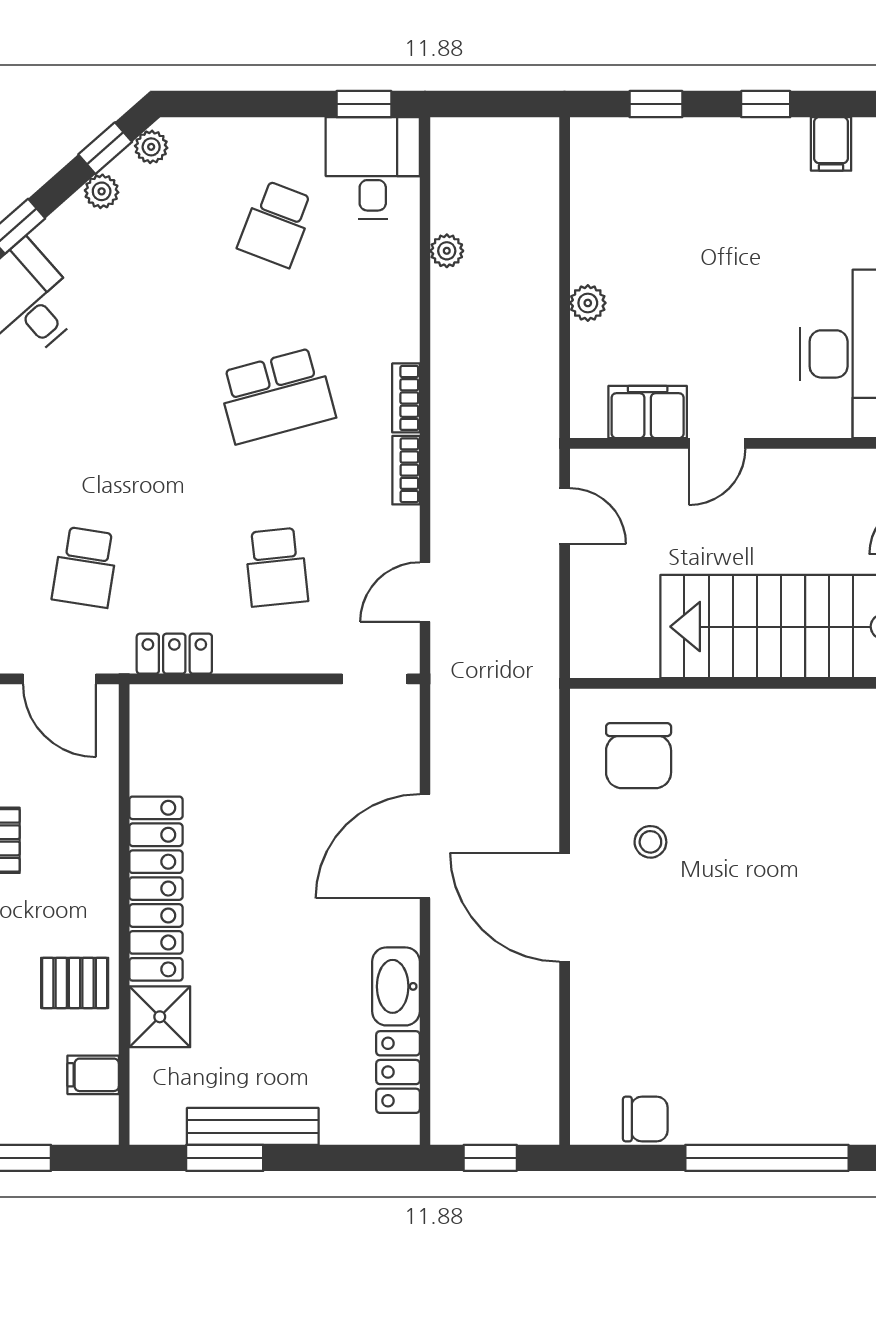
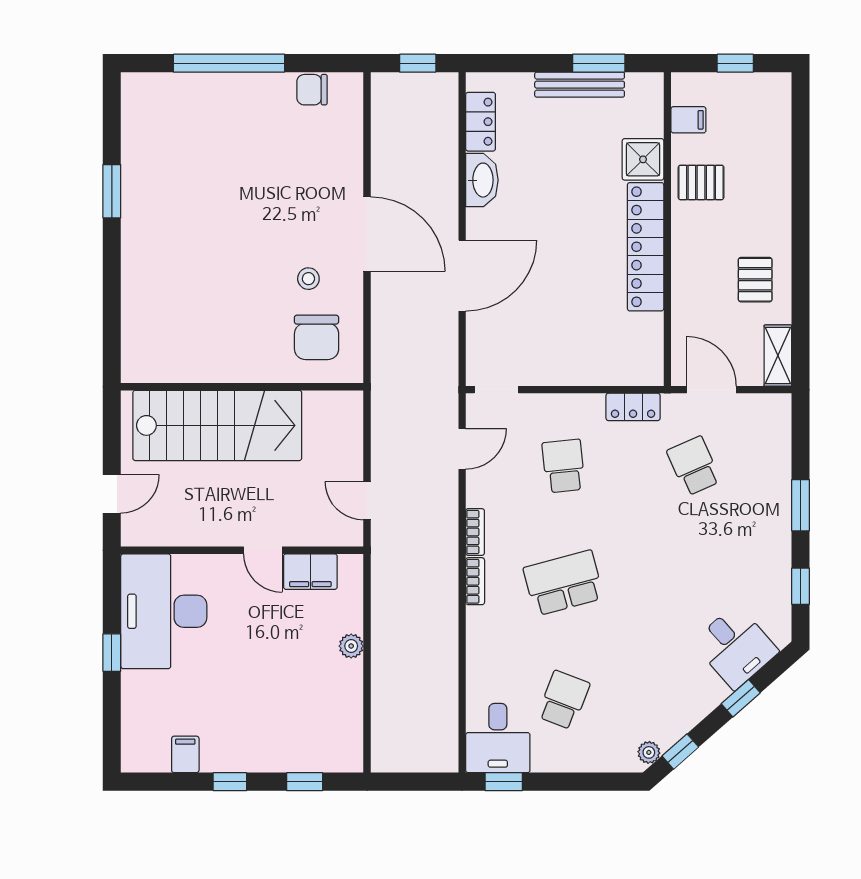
plant: (102, 191) -> (683, 722), removed
plant: (447, 251) -> (447, 682), removed
door: (717, 443) -> (263, 550), swing flipped
school desk: (85, 567) -> (694, 466), turned -33
chair: (639, 756) -> (317, 337), turned 180

